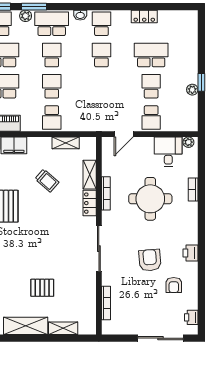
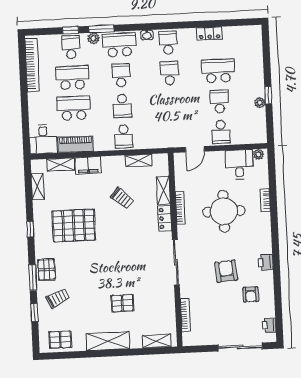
school desk: (52, 86) -> (122, 106), turned 180
shelving: (63, 328) -> (156, 341), moved

